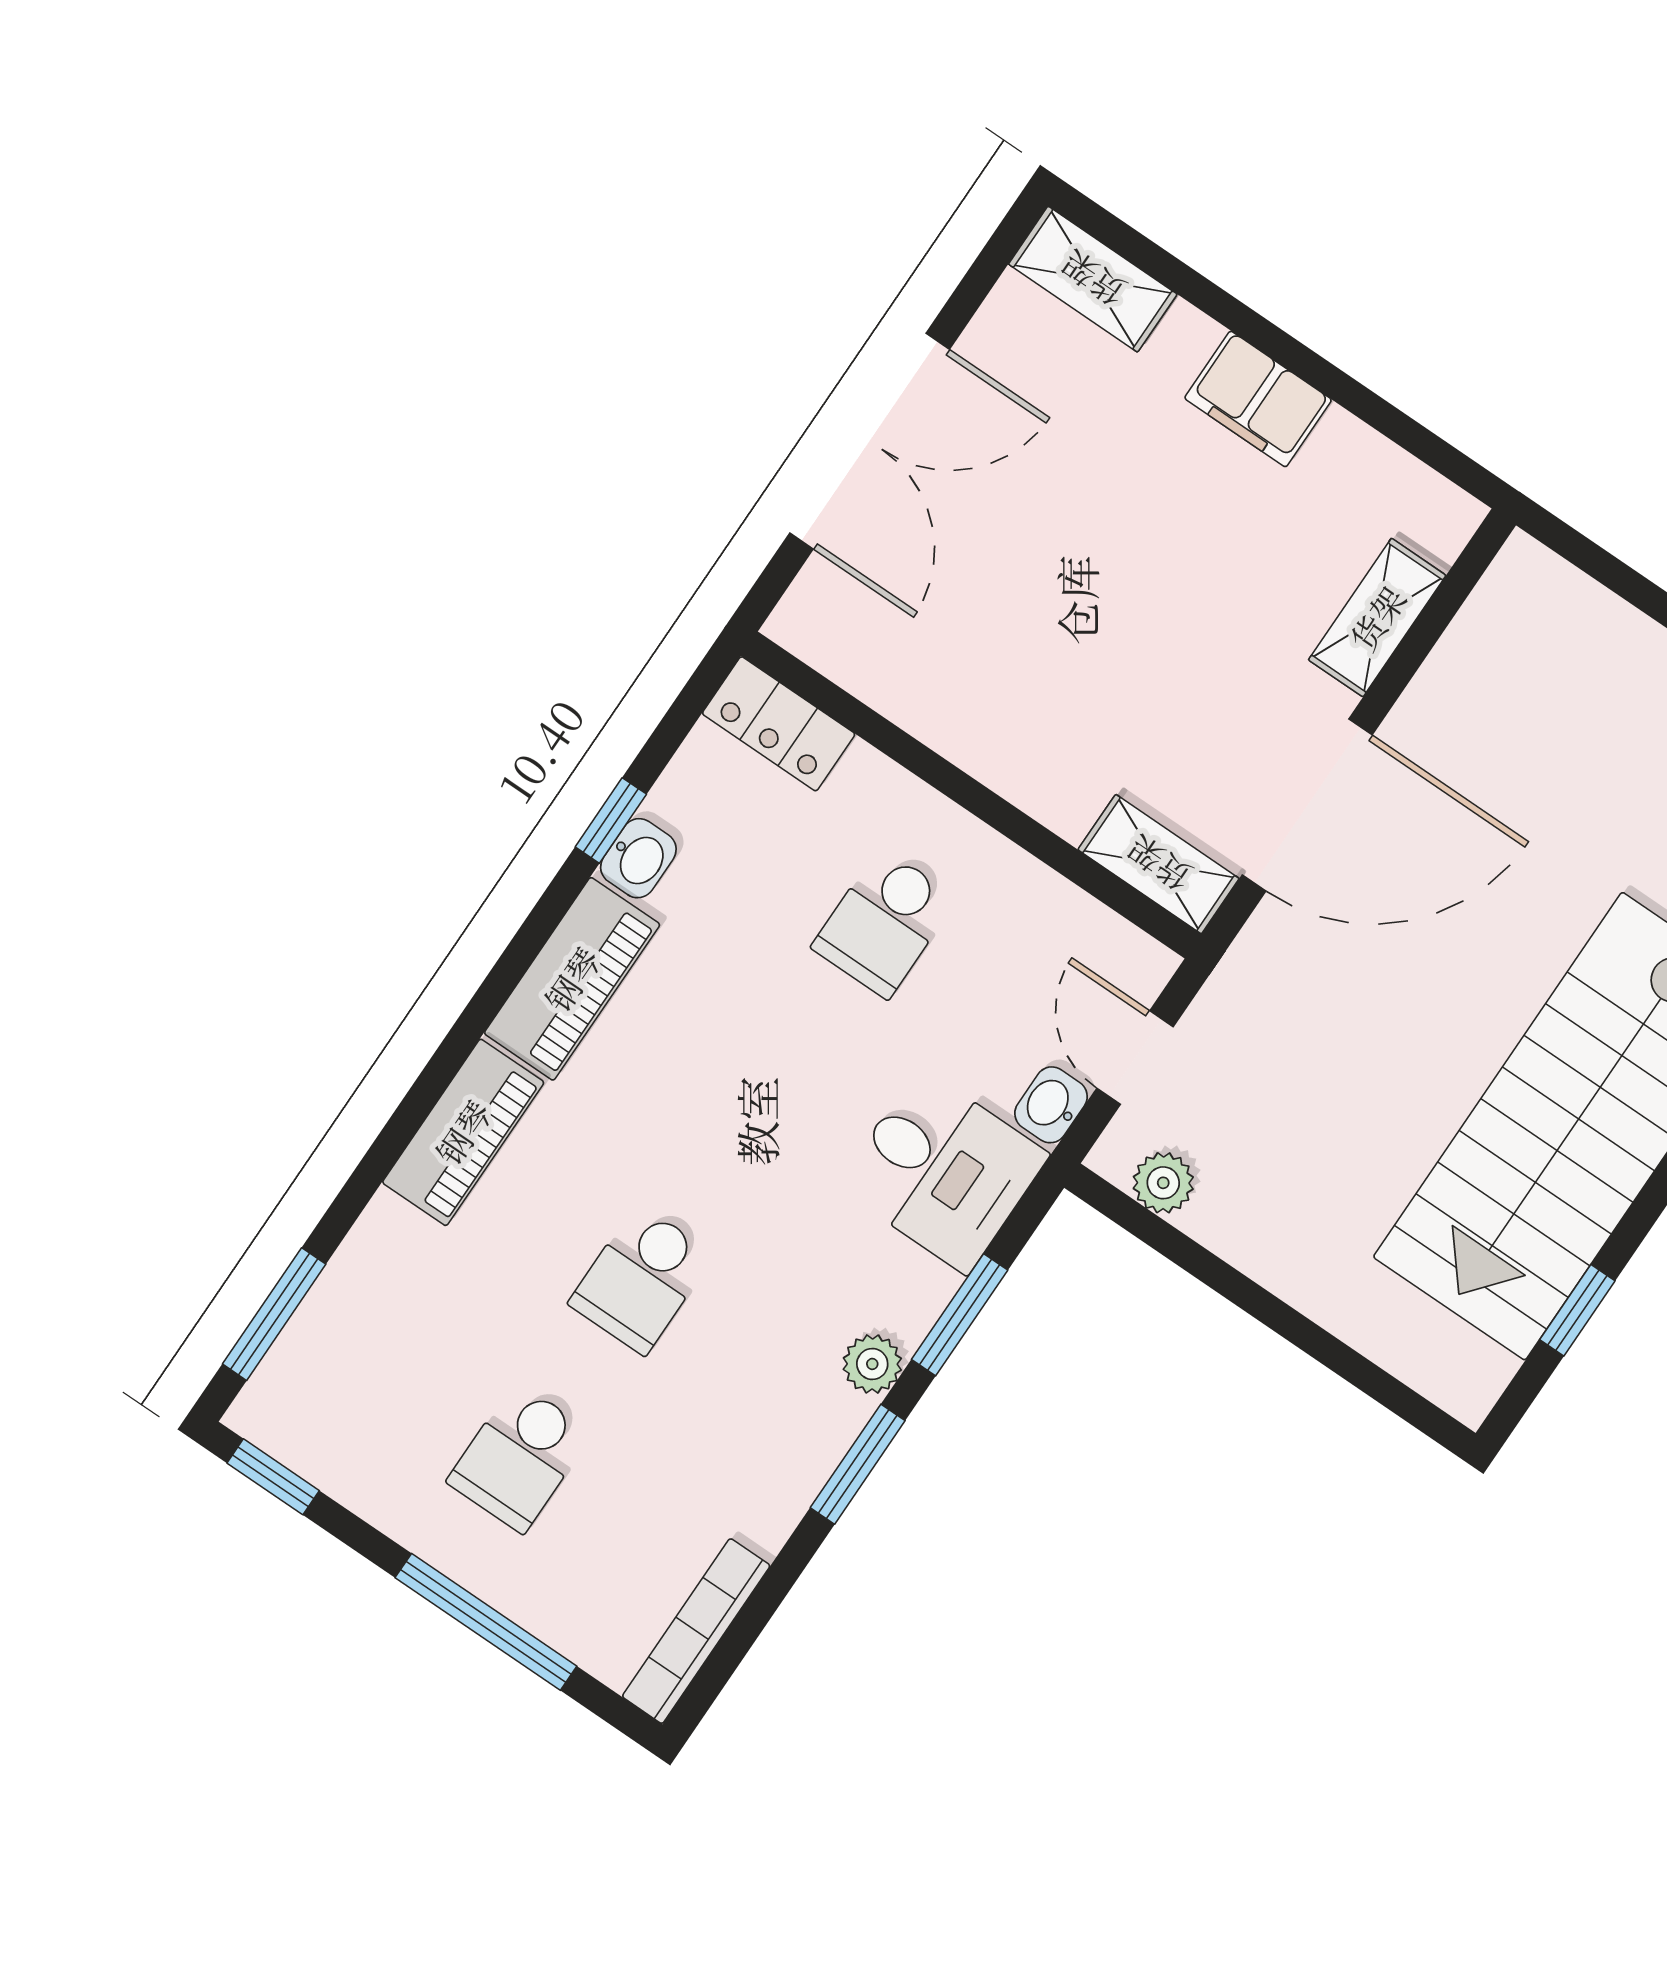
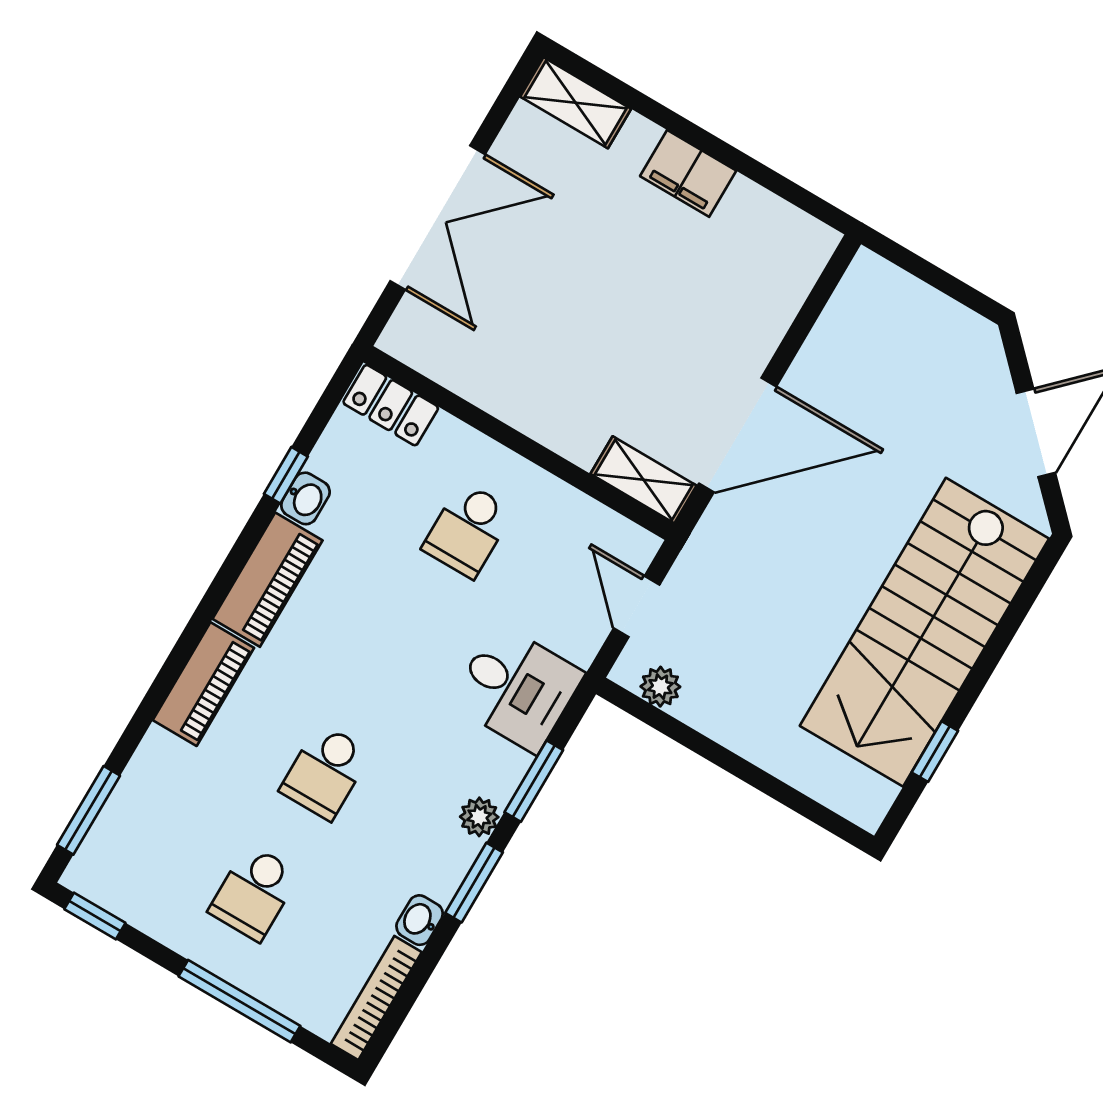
shelving: (1377, 618) -> (775, 310), removed
washbasin: (1051, 1105) -> (420, 920), moved

